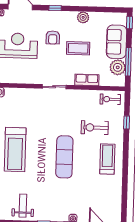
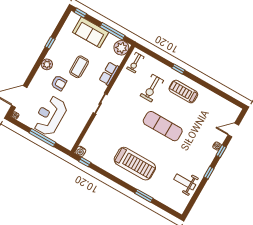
window: (55, 8) -> (50, 43), moved
plant: (83, 17) -> (47, 64), moved
plant: (118, 67) -> (121, 48), moved
window: (127, 122) -> (178, 69), moved

